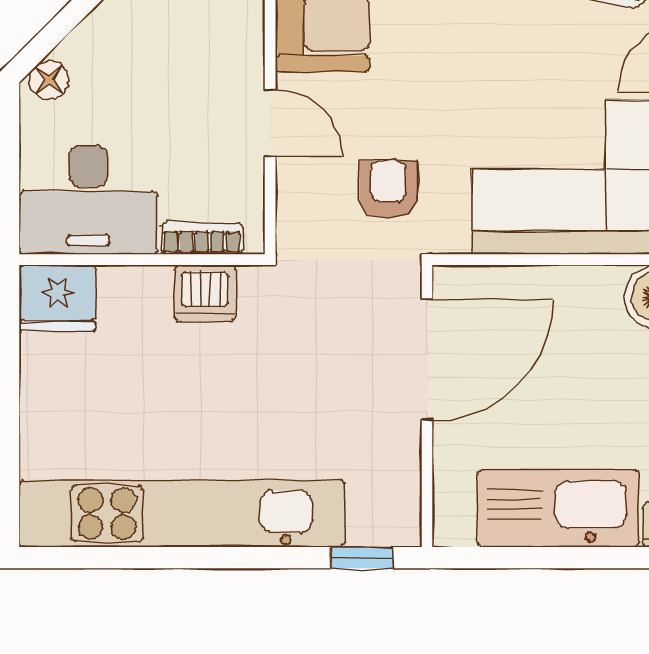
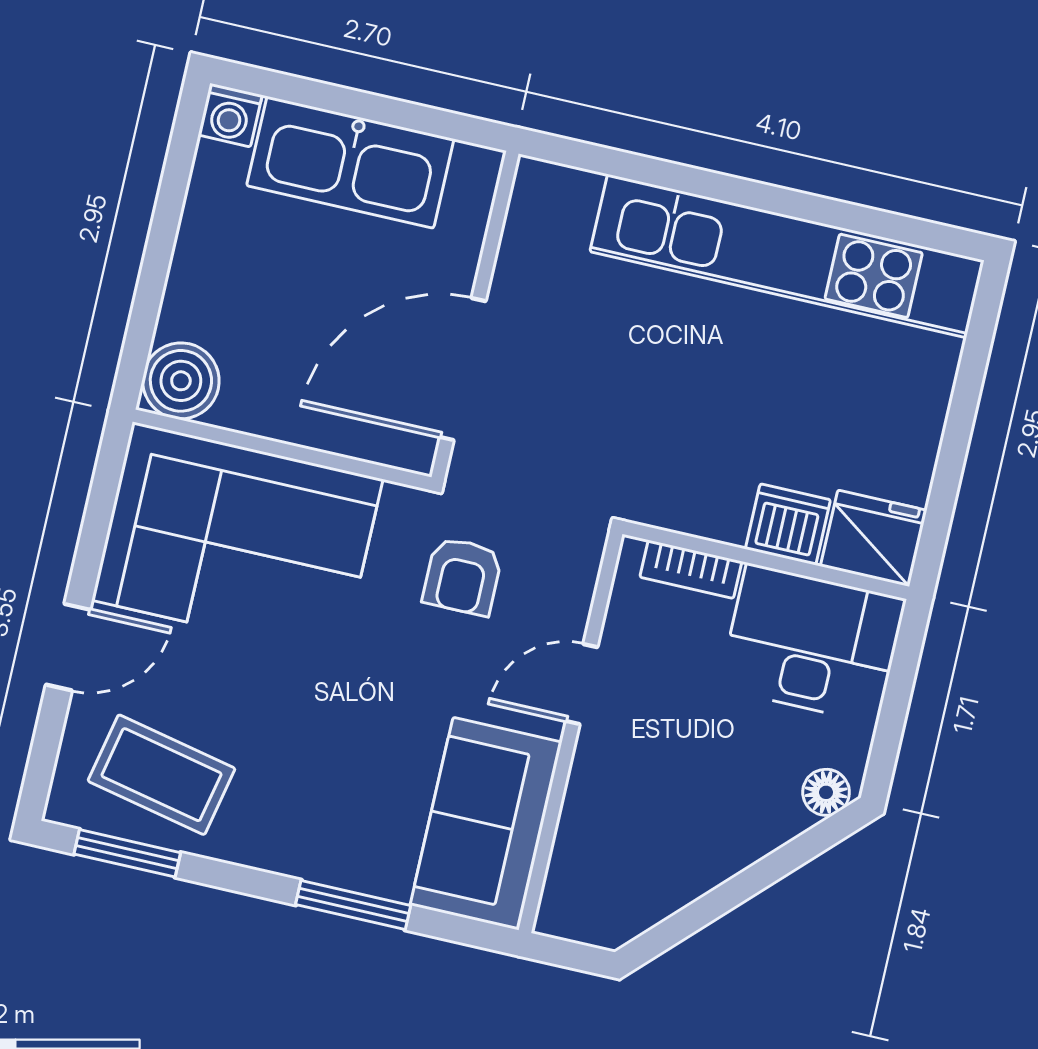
door: (270, 123) -> (582, 684), hinge flipped
dishwasher: (205, 293) -> (788, 524), moved
window: (362, 558) -> (591, 157), removed

